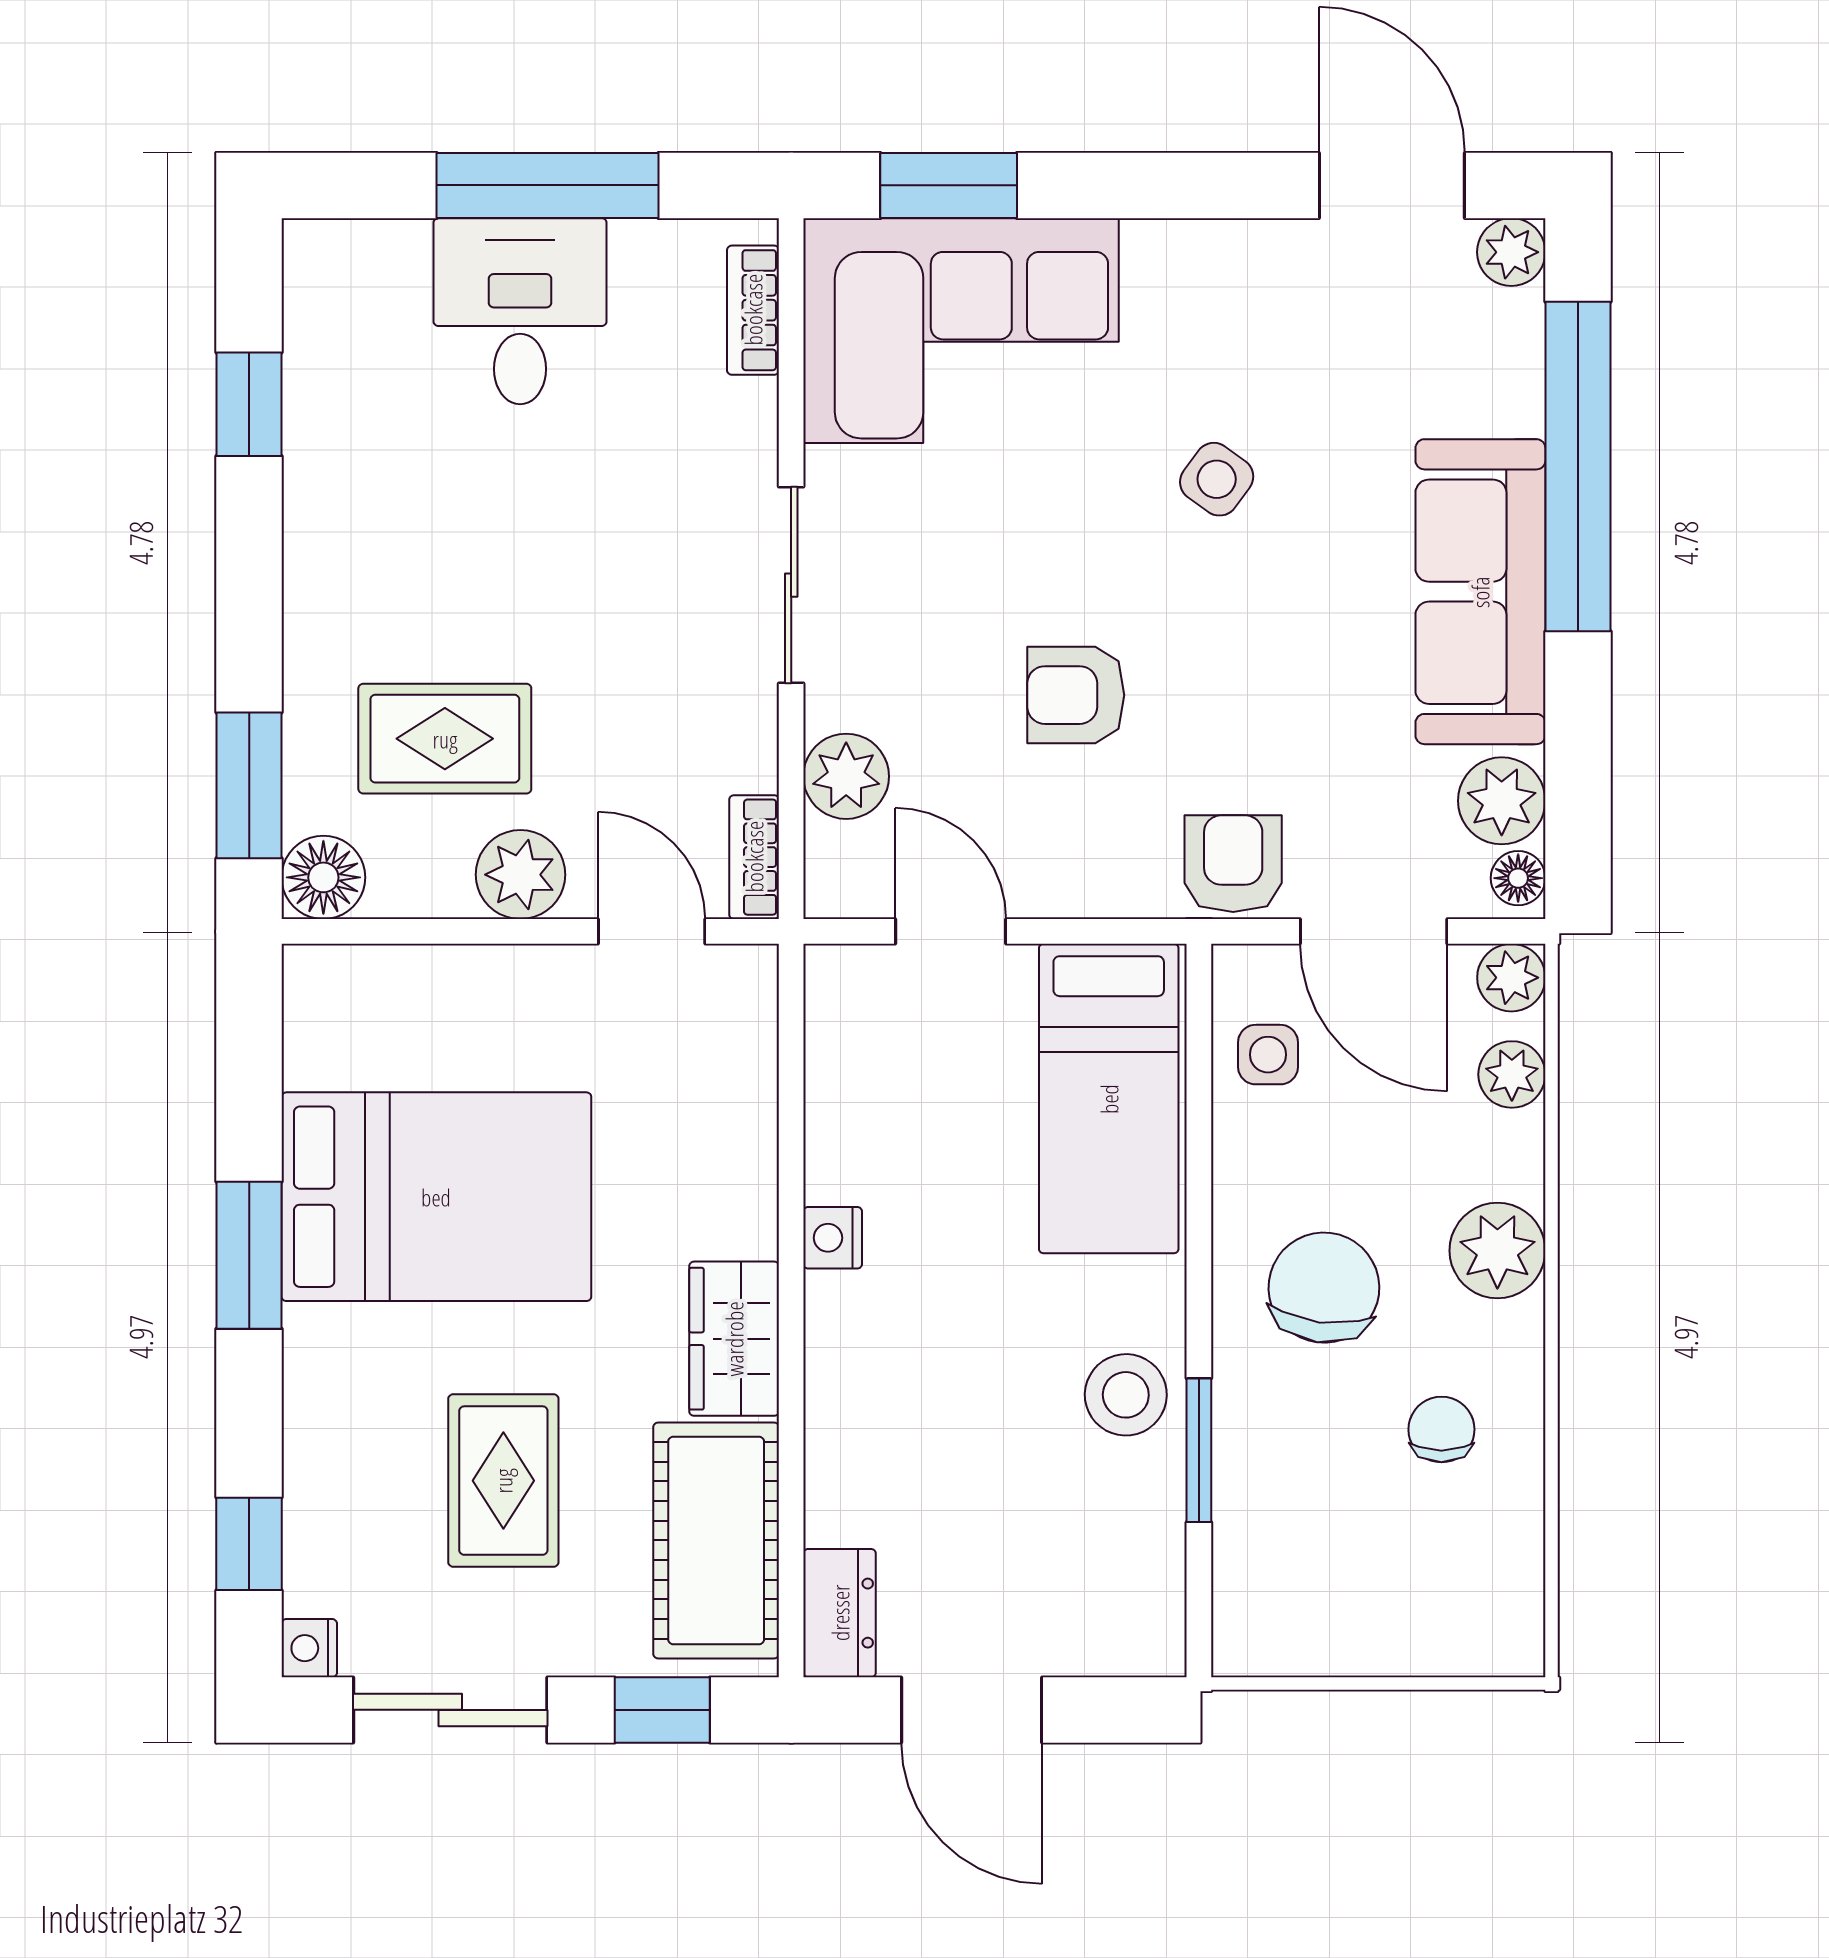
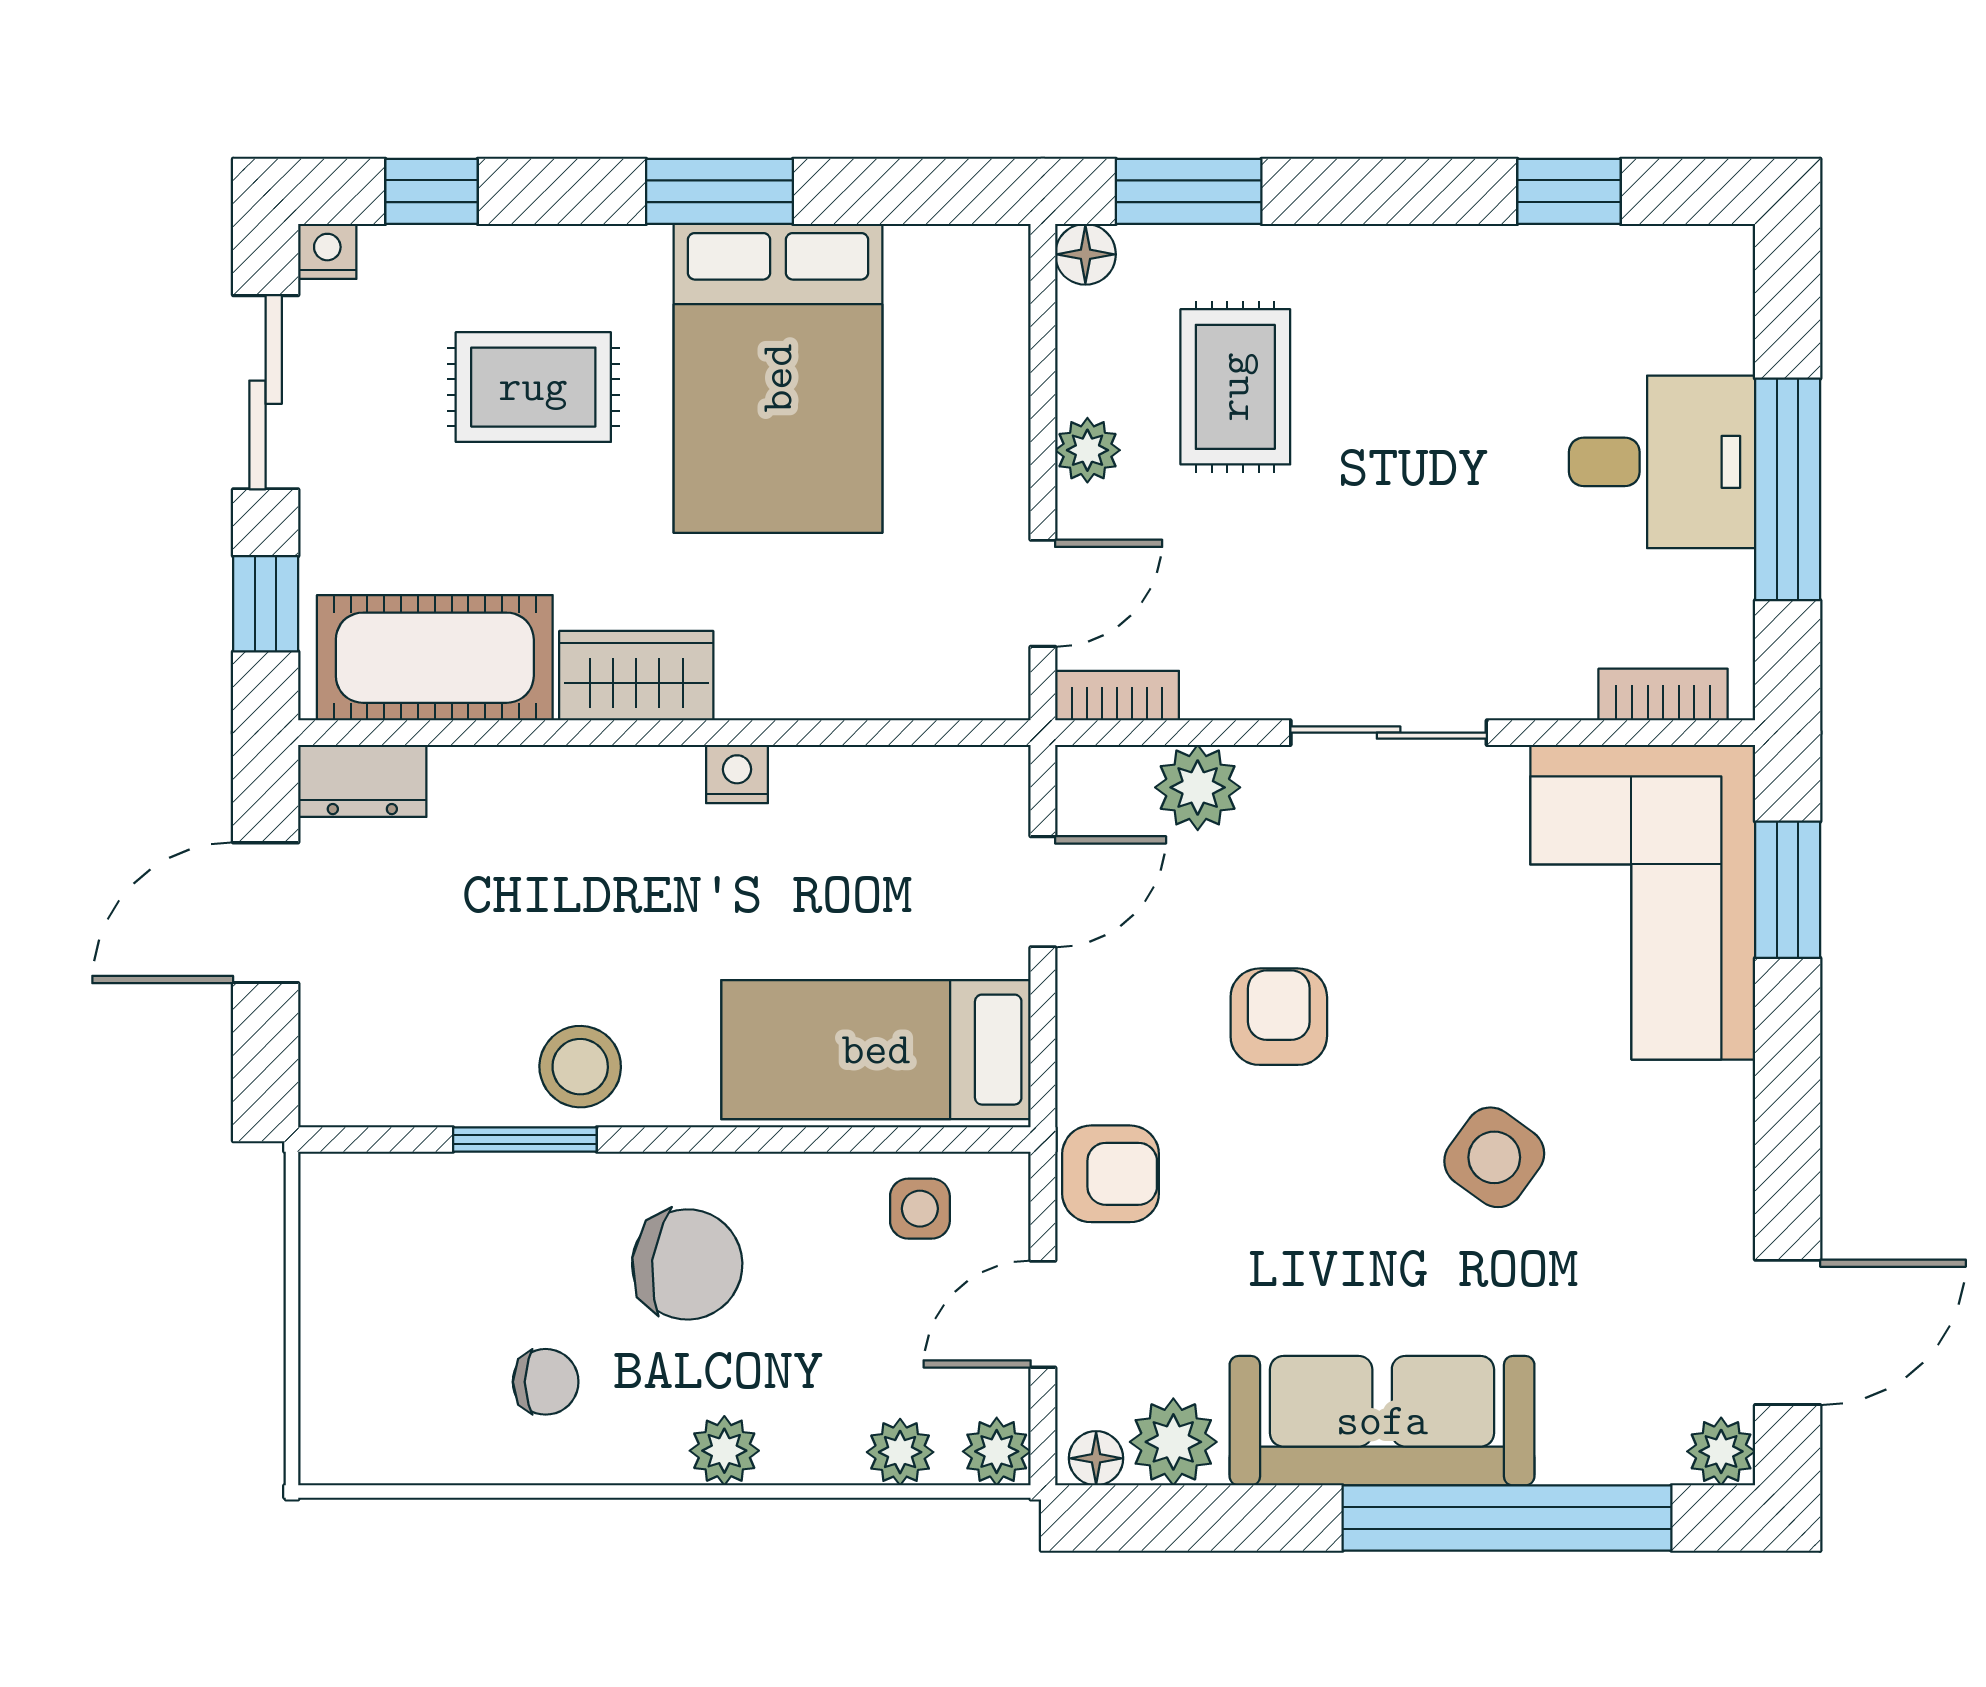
side table: (1217, 479) -> (1494, 1157), width x1.37, depth x1.37
plant: (520, 875) -> (1087, 450), width x0.73, depth x0.73
floor lamp: (323, 877) -> (1085, 254), width x0.73, depth x0.73
door: (1374, 931) -> (1043, 1314), width x0.73
plant: (1497, 1251) -> (724, 1451), width x0.73, depth x0.73
rug: (503, 1481) -> (533, 387), moved

